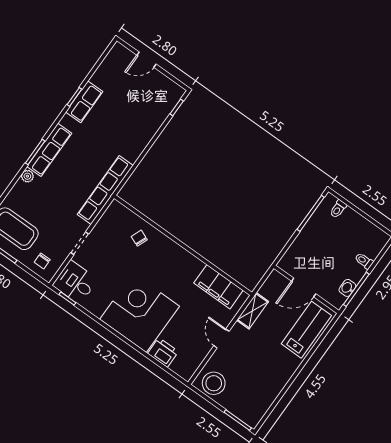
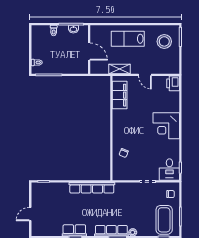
door: (146, 60) -> (30, 214), swing flipped
row of seats: (105, 190) -> (92, 188), moved
corner desk: (140, 313) -> (166, 126), width x0.74, depth x0.74
lab bench: (306, 330) -> (128, 39), moved
door: (221, 338) -> (145, 75), hinge flipped
printer: (163, 352) -> (173, 83), moved
stool: (214, 383) -> (164, 41), moved

